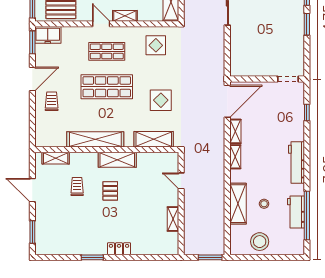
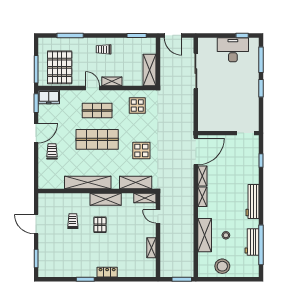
shelving: (56, 158) -> (145, 198), moved

